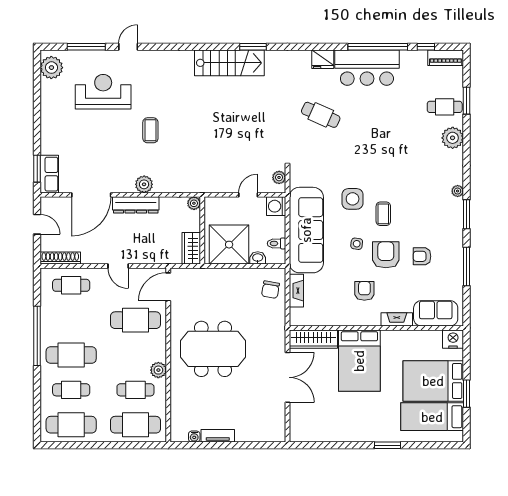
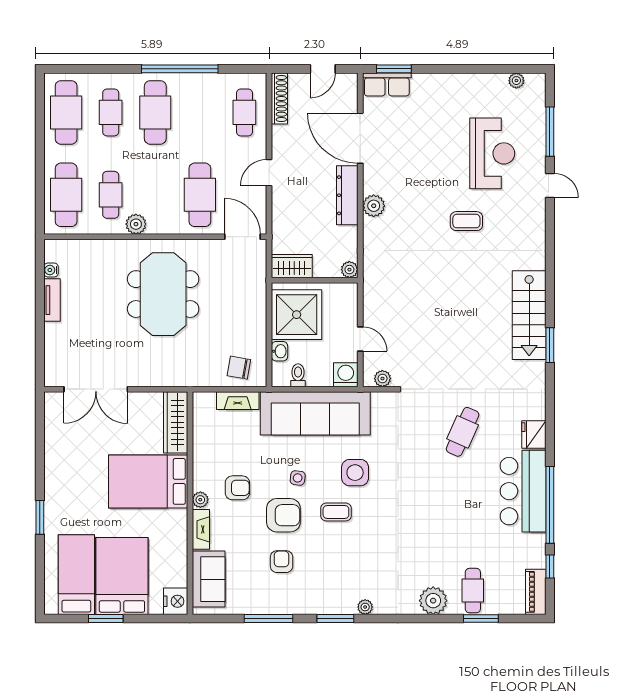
plant: (51, 68) -> (516, 81), width x0.53, depth x0.53
coffee table: (150, 130) -> (466, 221), moved
plant: (374, 320) -> (200, 500), added
double door: (287, 377) -> (96, 389), moved

